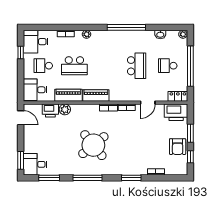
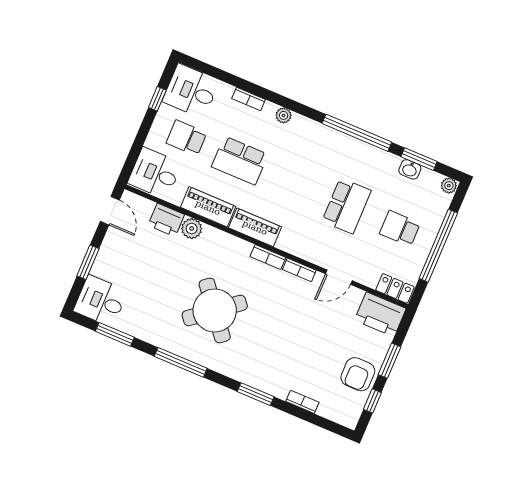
window: (163, 27) -> (419, 159), added
window: (21, 160) -> (88, 262), moved

